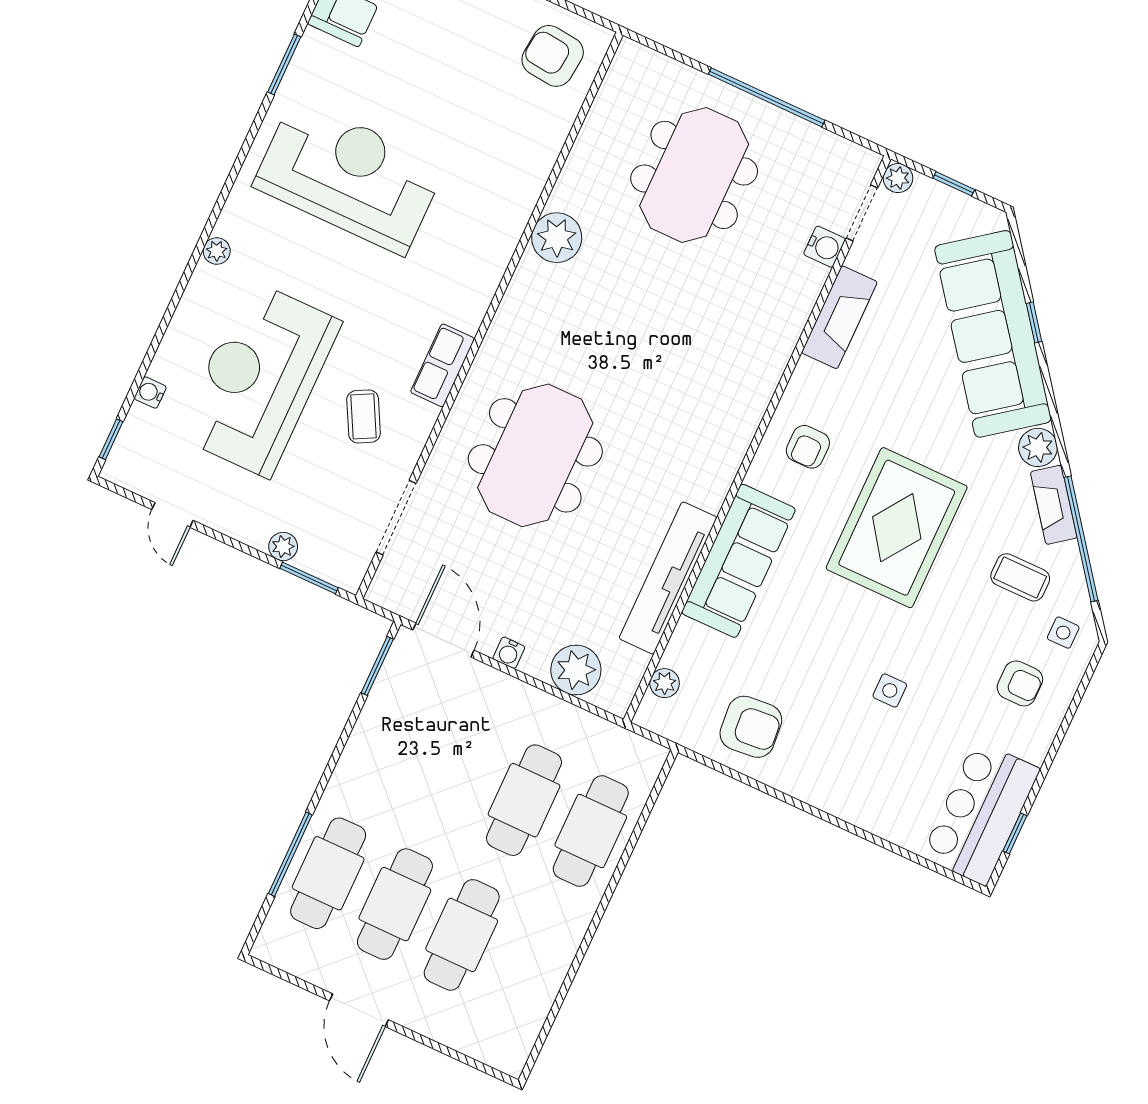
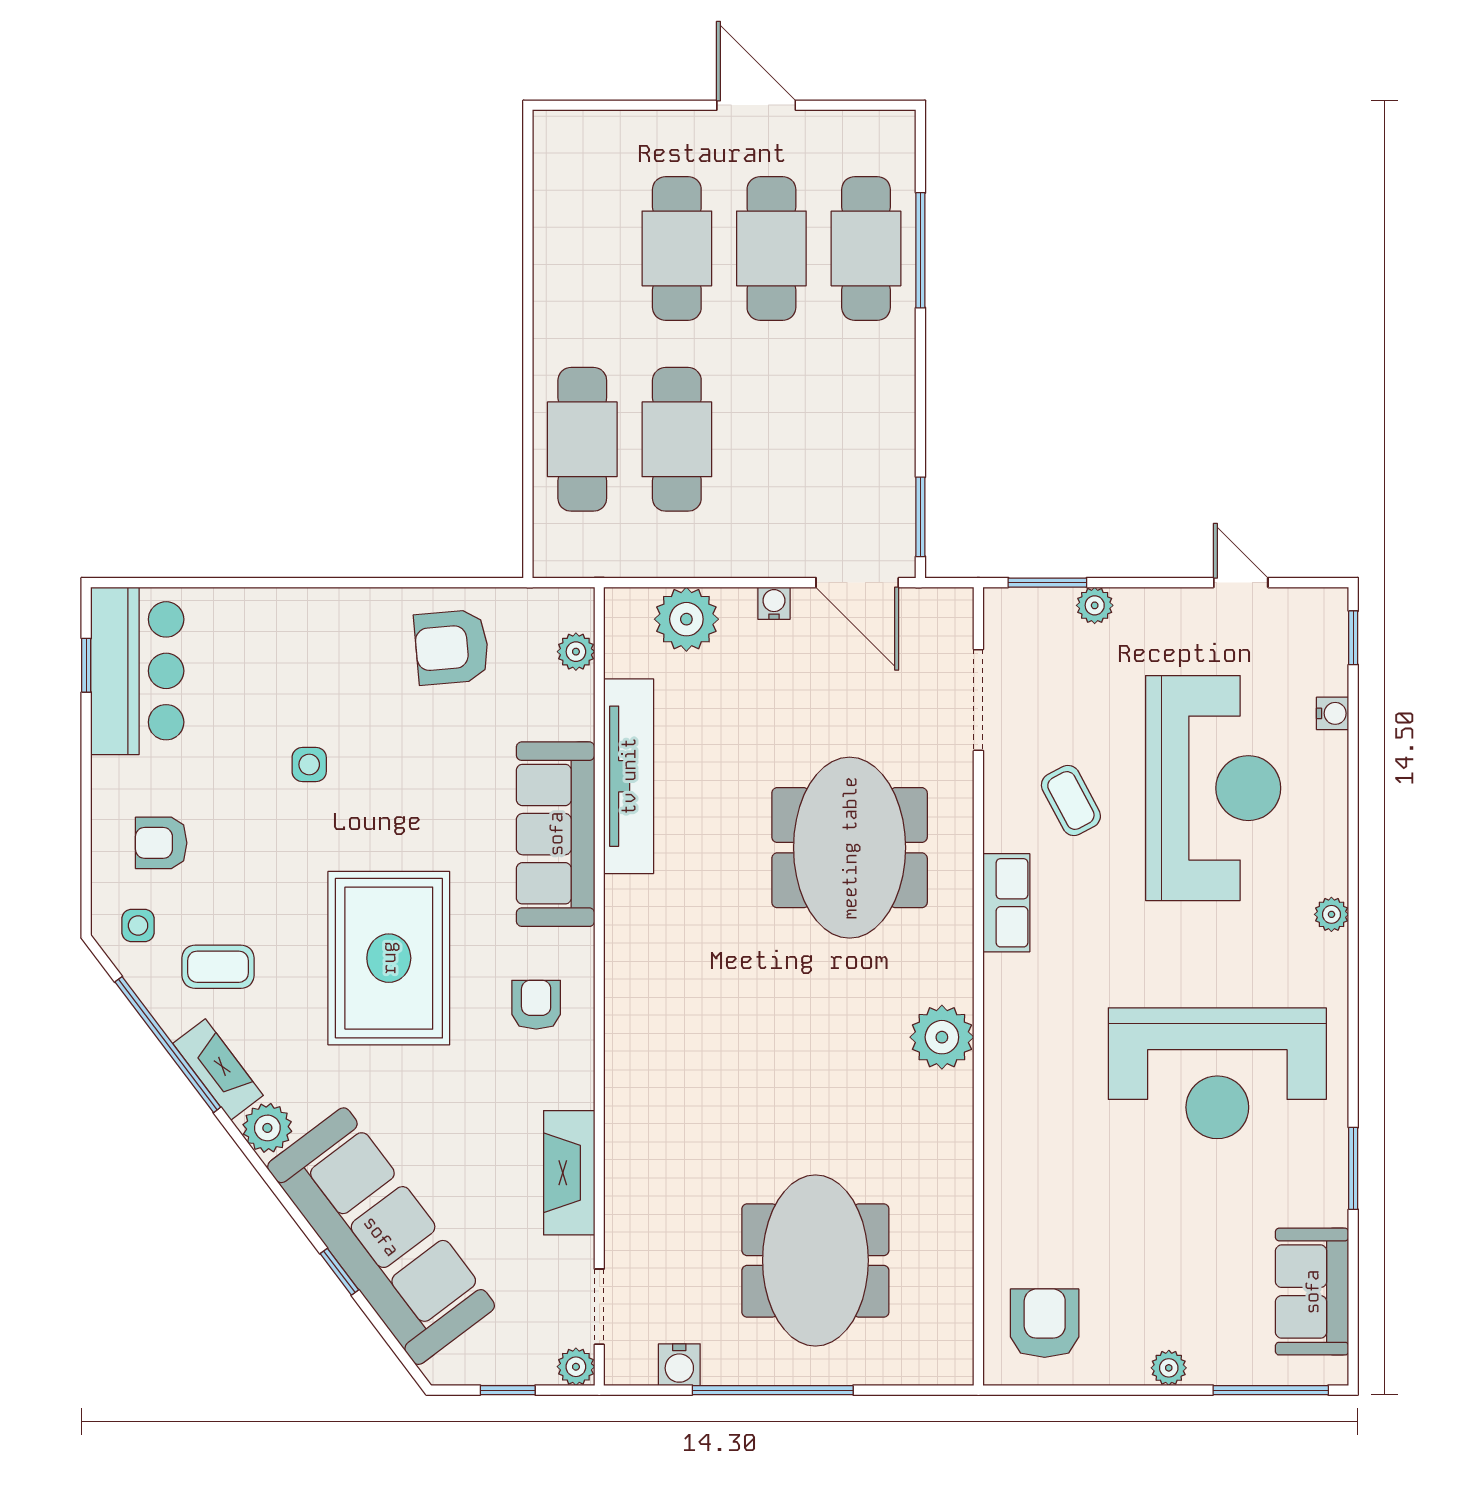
armchair: (553, 56) -> (1045, 1323), turned -96
plant: (557, 238) -> (942, 1037), moved
water cooler: (825, 247) -> (679, 1365), moved, turned -90

